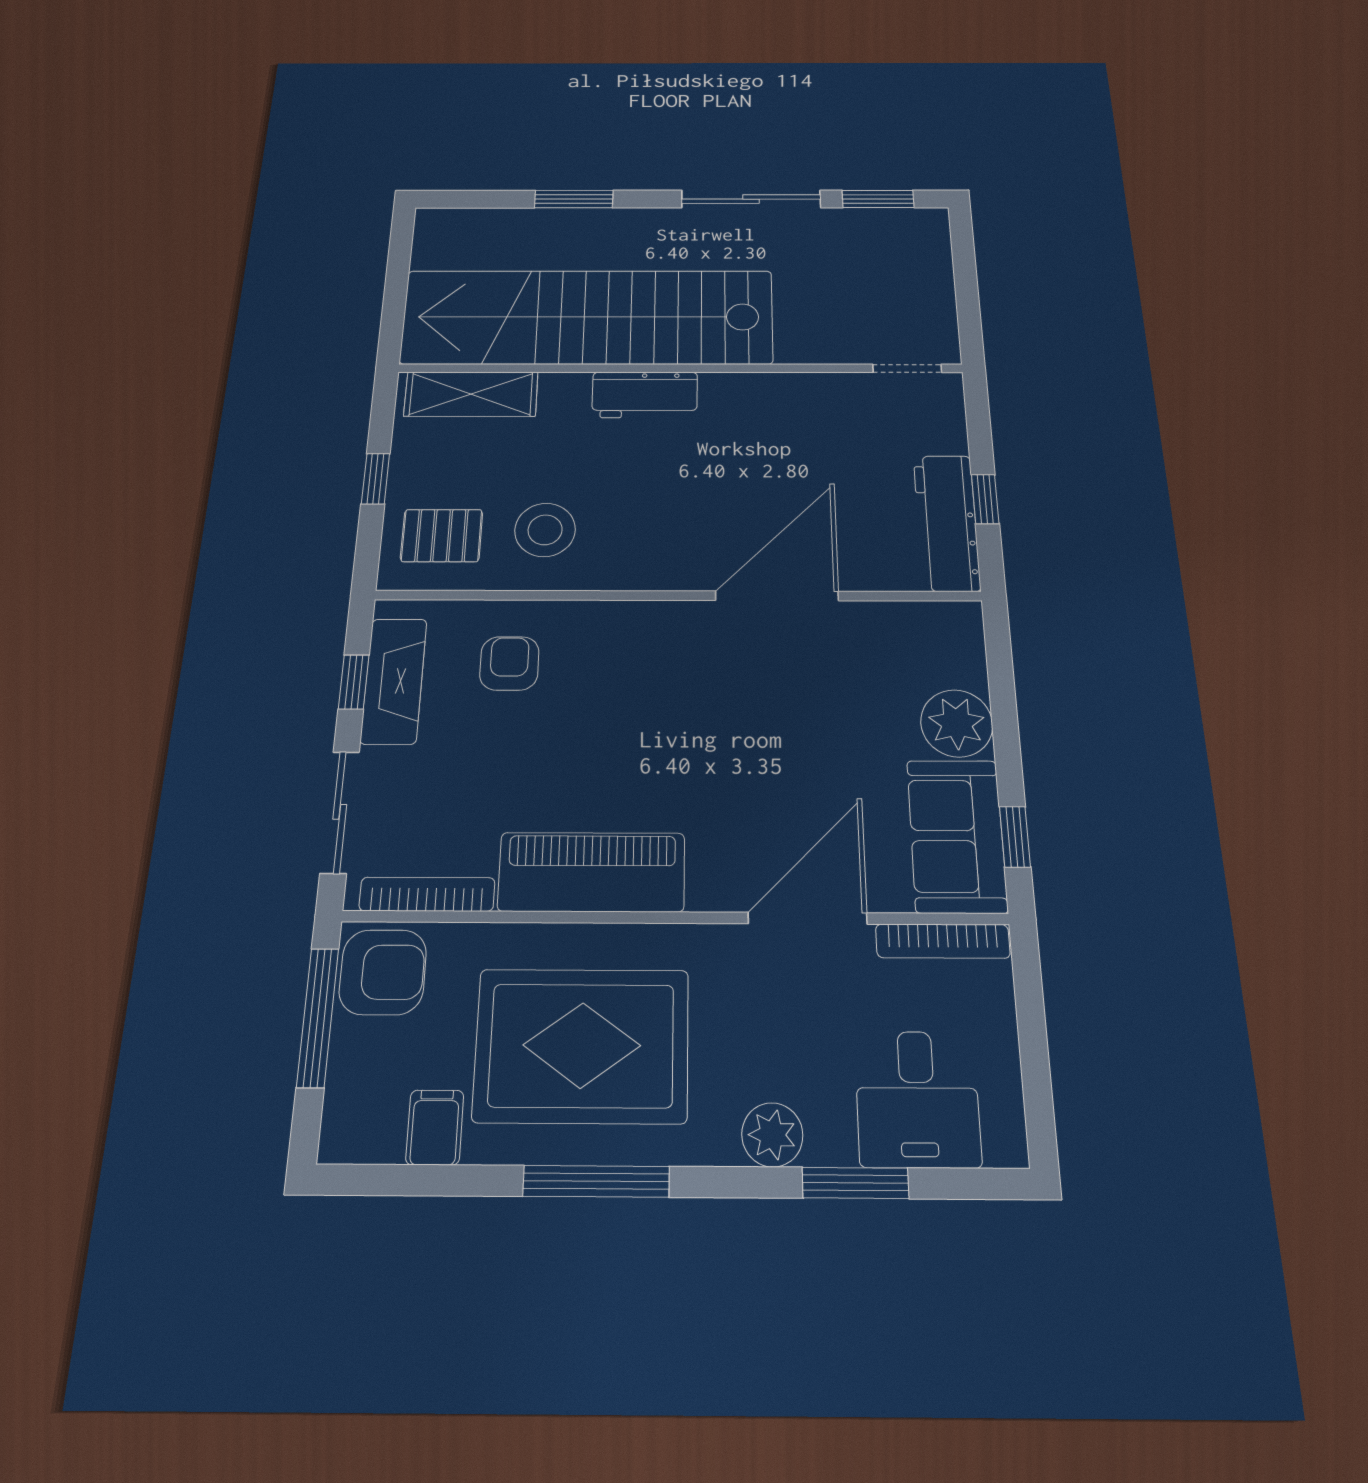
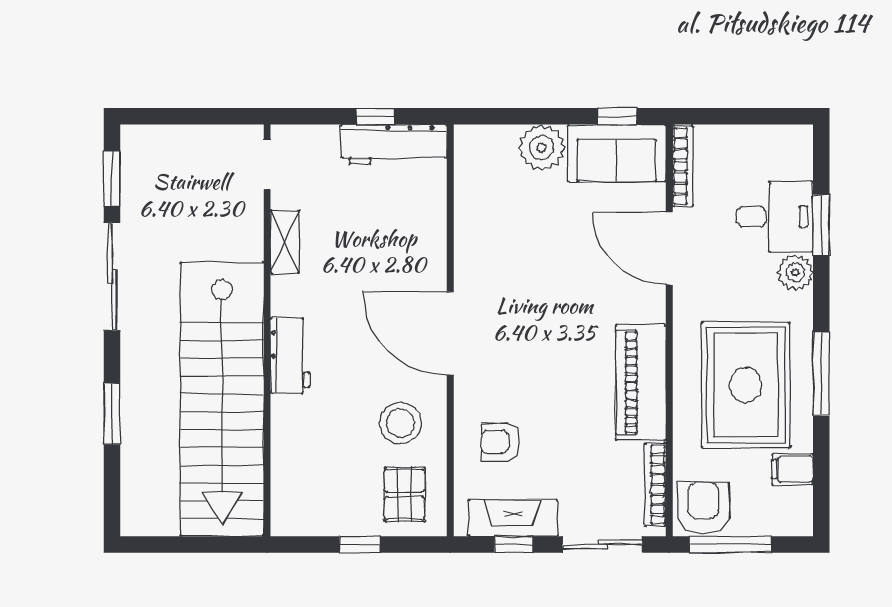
shelving: (471, 394) -> (285, 242), moved, width x0.67, depth x0.75
door: (777, 596) -> (450, 333), moved
desk: (917, 1099) -> (775, 217), moved

